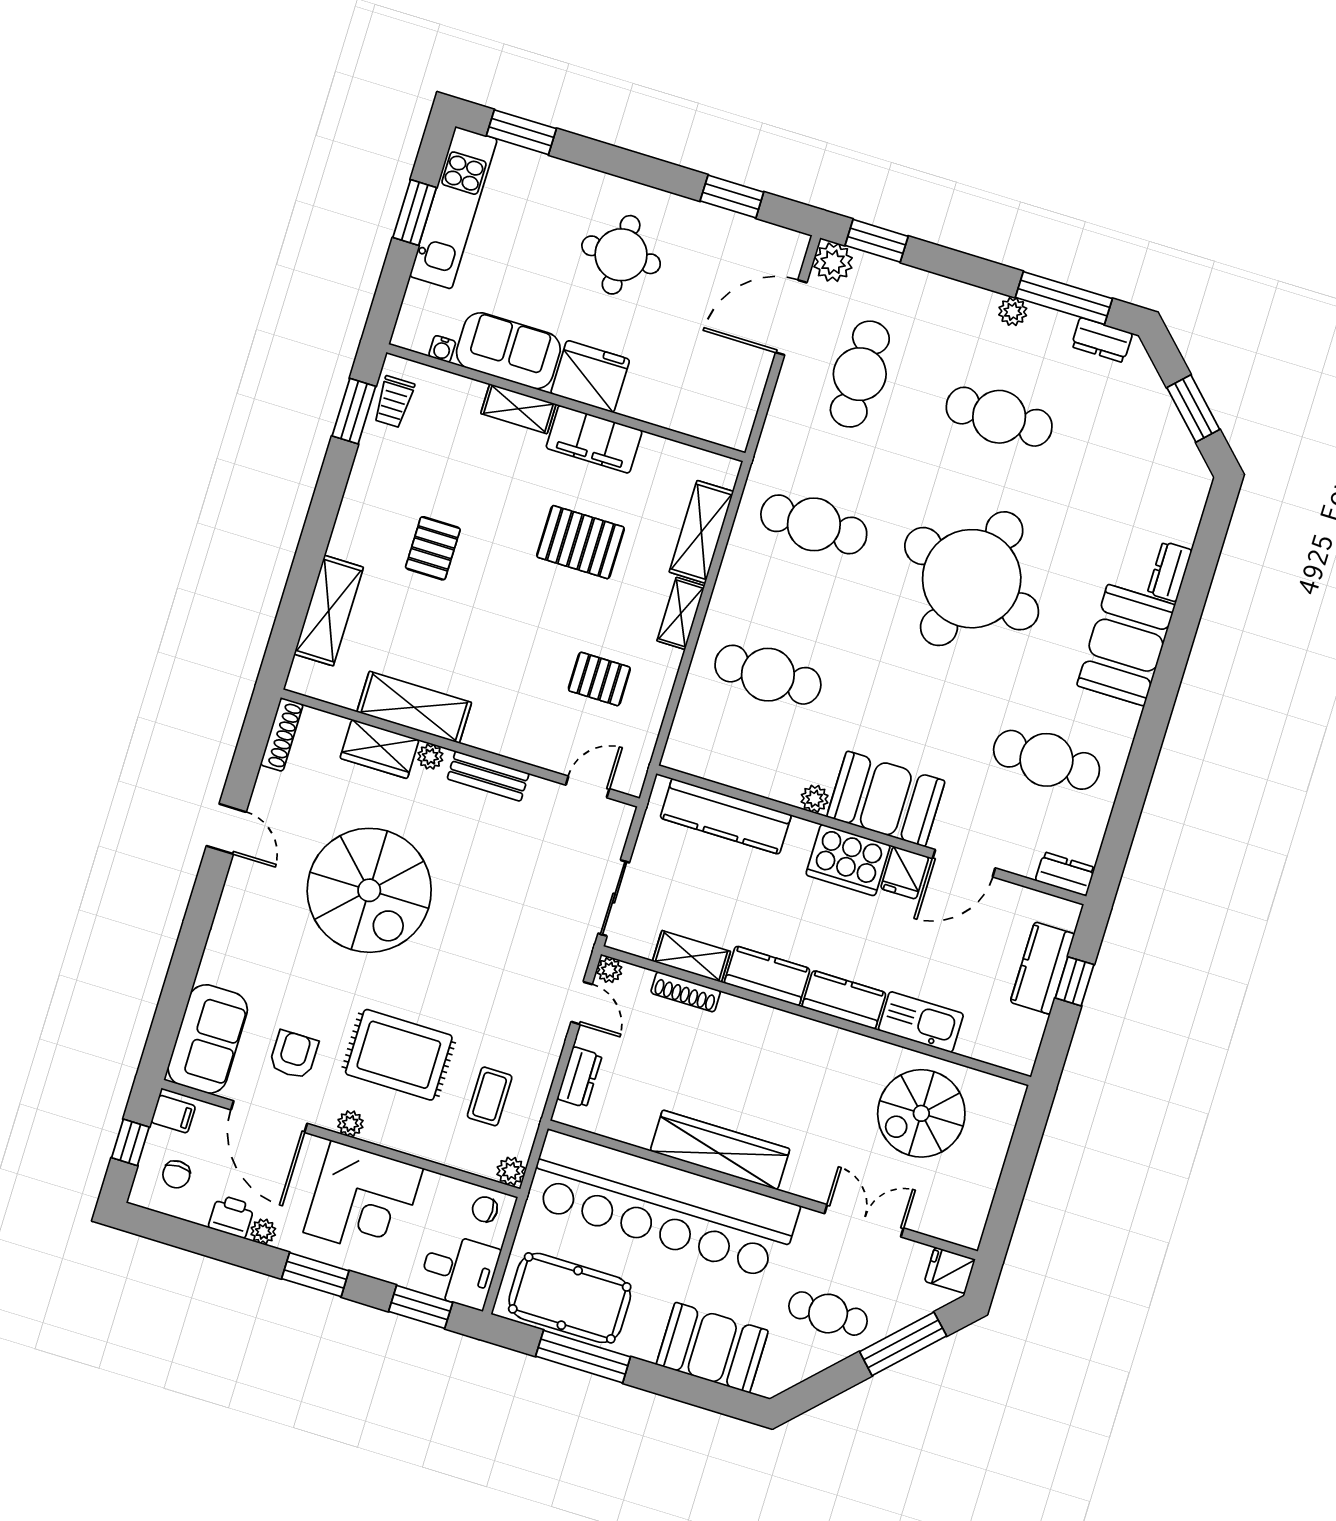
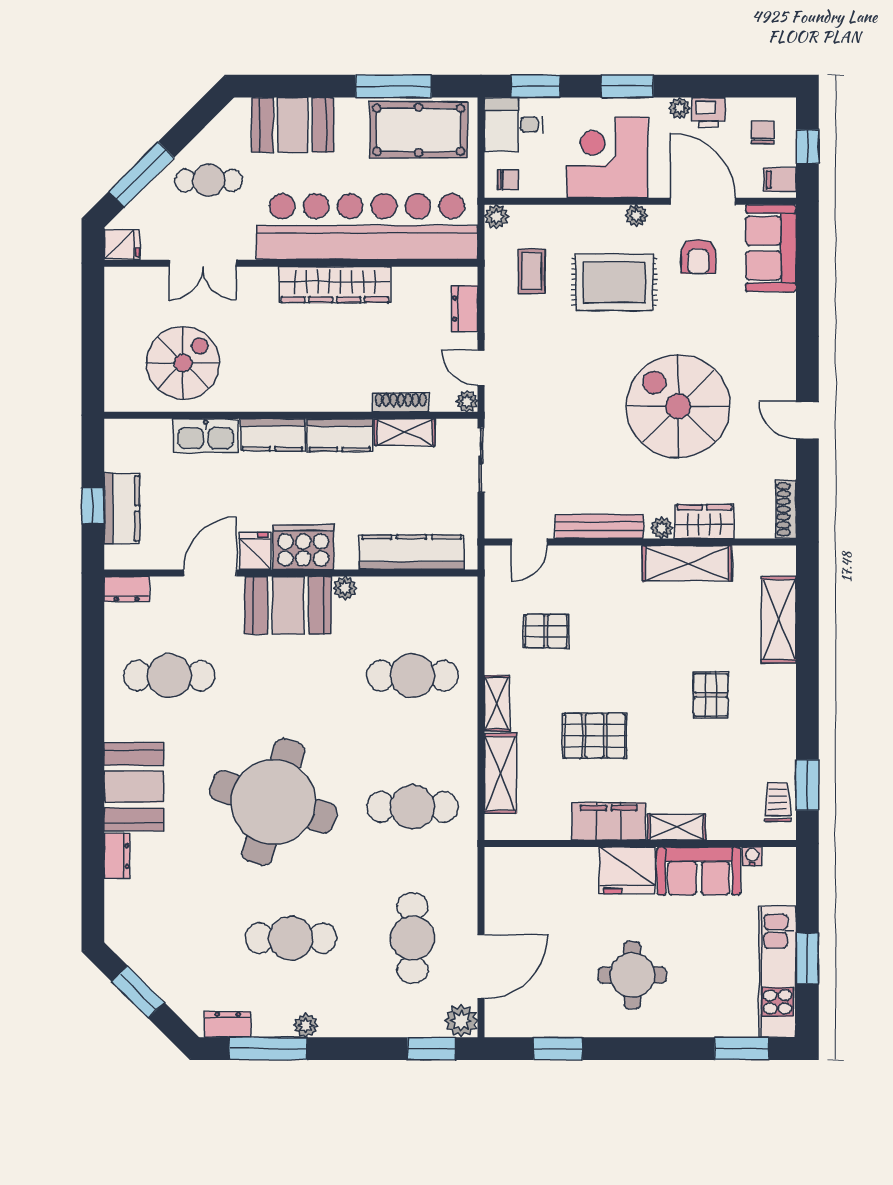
bench: (488, 776) -> (599, 526), width x1.36

